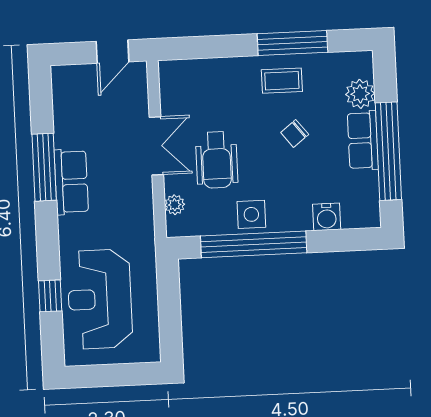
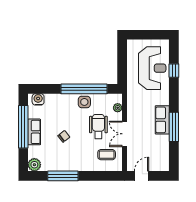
coffee table: (282, 81) -> (107, 155), moved
plant: (360, 94) -> (34, 165), moved
water cooler: (327, 217) -> (38, 99), moved

